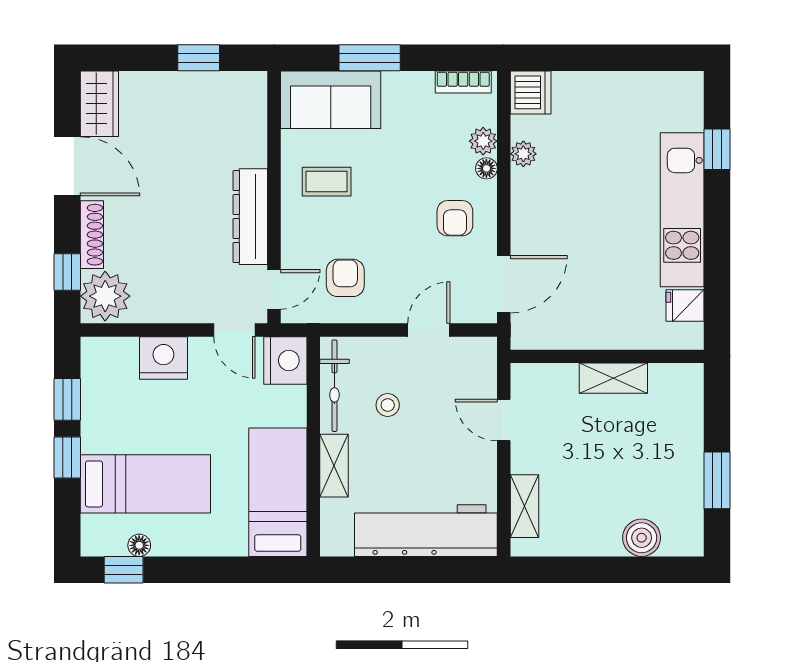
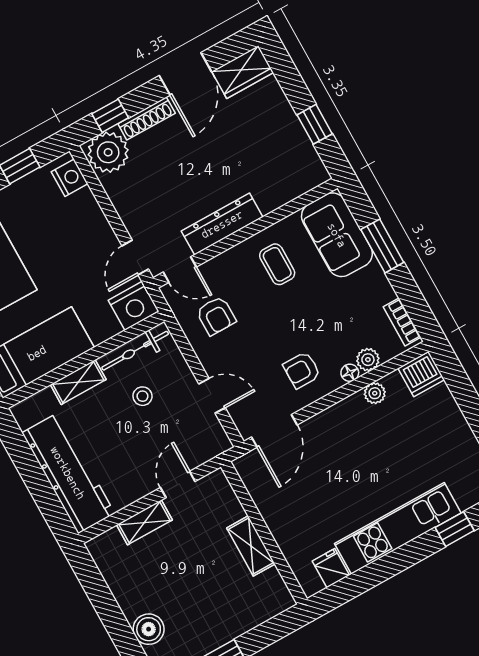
armchair: (345, 278) -> (216, 316), turned 90
door: (504, 284) -> (274, 431), hinge flipped
nightstand: (163, 358) -> (70, 178), moved, width x0.74, depth x0.75
shelving: (524, 506) -> (144, 522), moved

